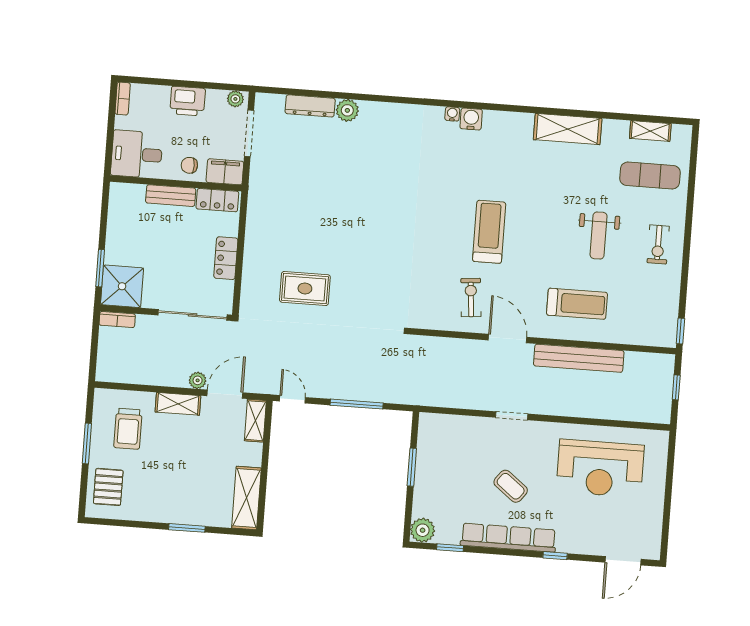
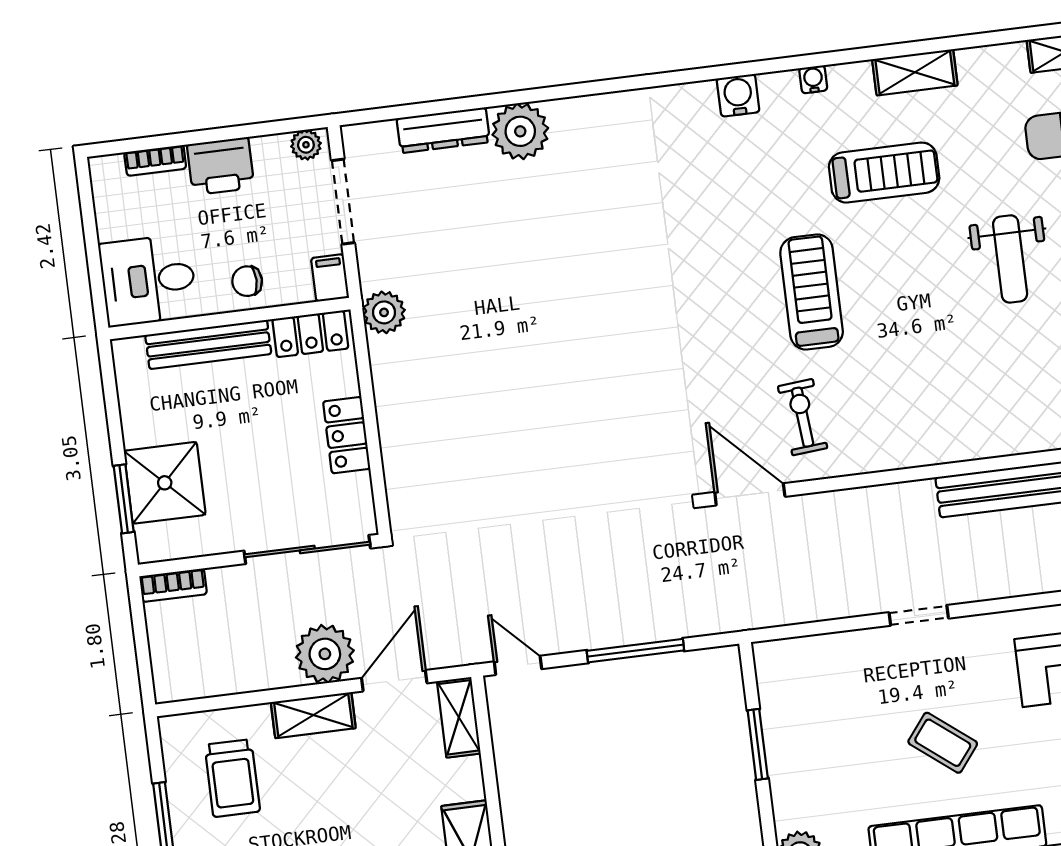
bookcase: (123, 99) -> (155, 160), moved, turned 90
plant: (347, 110) -> (520, 131), width x1.36, depth x1.36
water cooler: (452, 114) -> (813, 79), moved
shelving: (568, 129) -> (915, 72), width x0.67, depth x0.75
filing cabinet: (225, 172) -> (330, 278), width x0.50
bench: (171, 196) -> (208, 344), width x1.36
plant: (259, 197) -> (384, 312), added
shower: (122, 286) -> (165, 483), moved
rug: (305, 288) -> (500, 461), removed
treadmill: (577, 304) -> (884, 173), moved
door: (508, 339) -> (750, 494), moved
plant: (198, 380) -> (325, 654), width x1.87, depth x1.87

